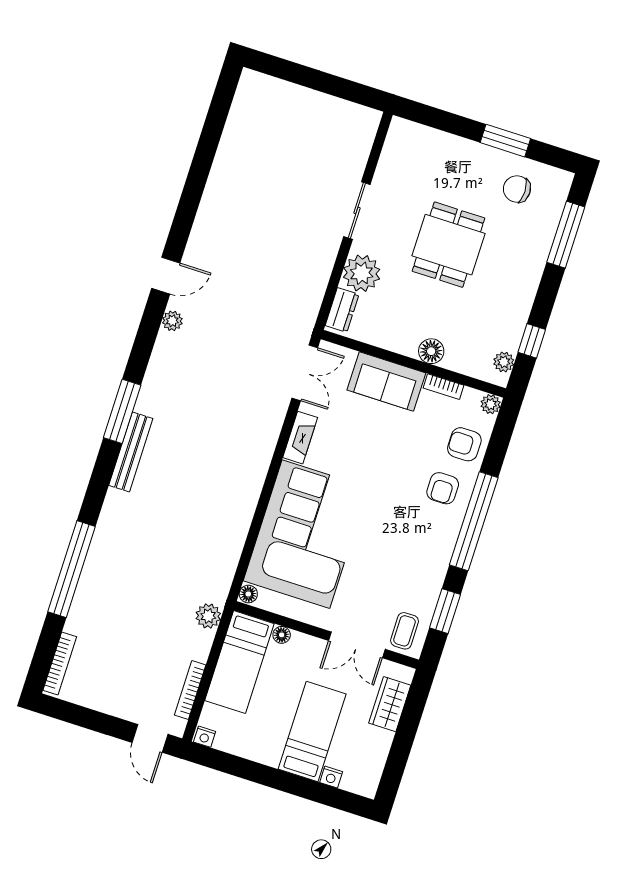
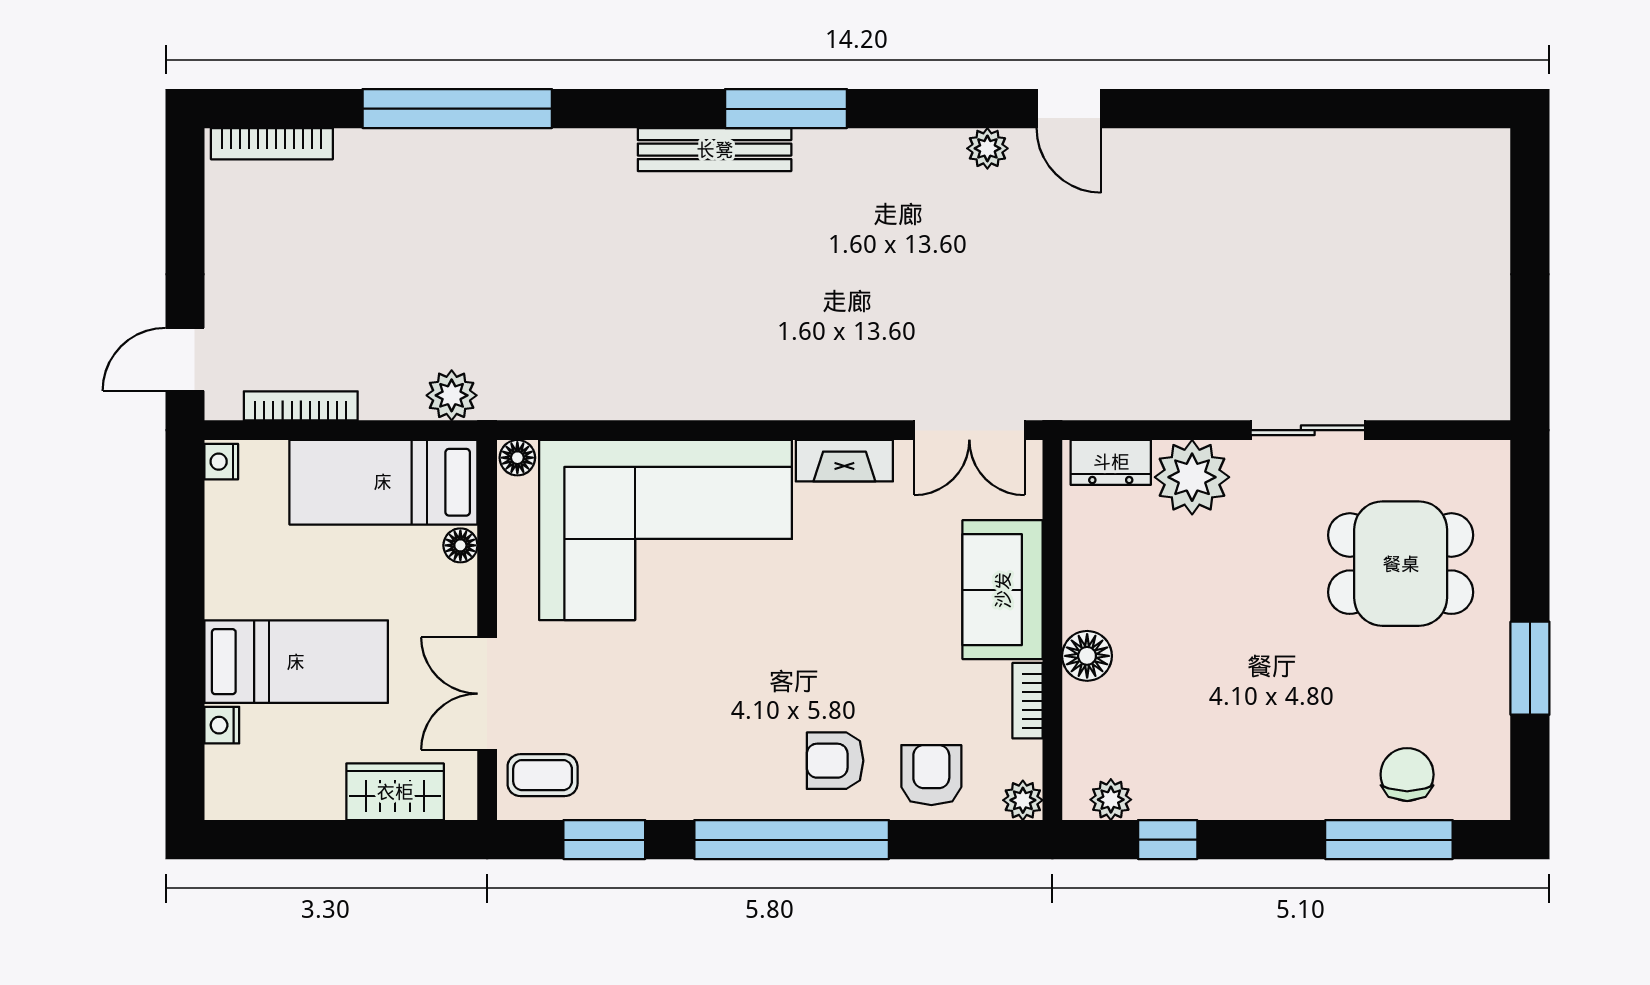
chair: (517, 189) -> (1407, 775), moved
dining table: (449, 245) -> (1401, 564), moved

